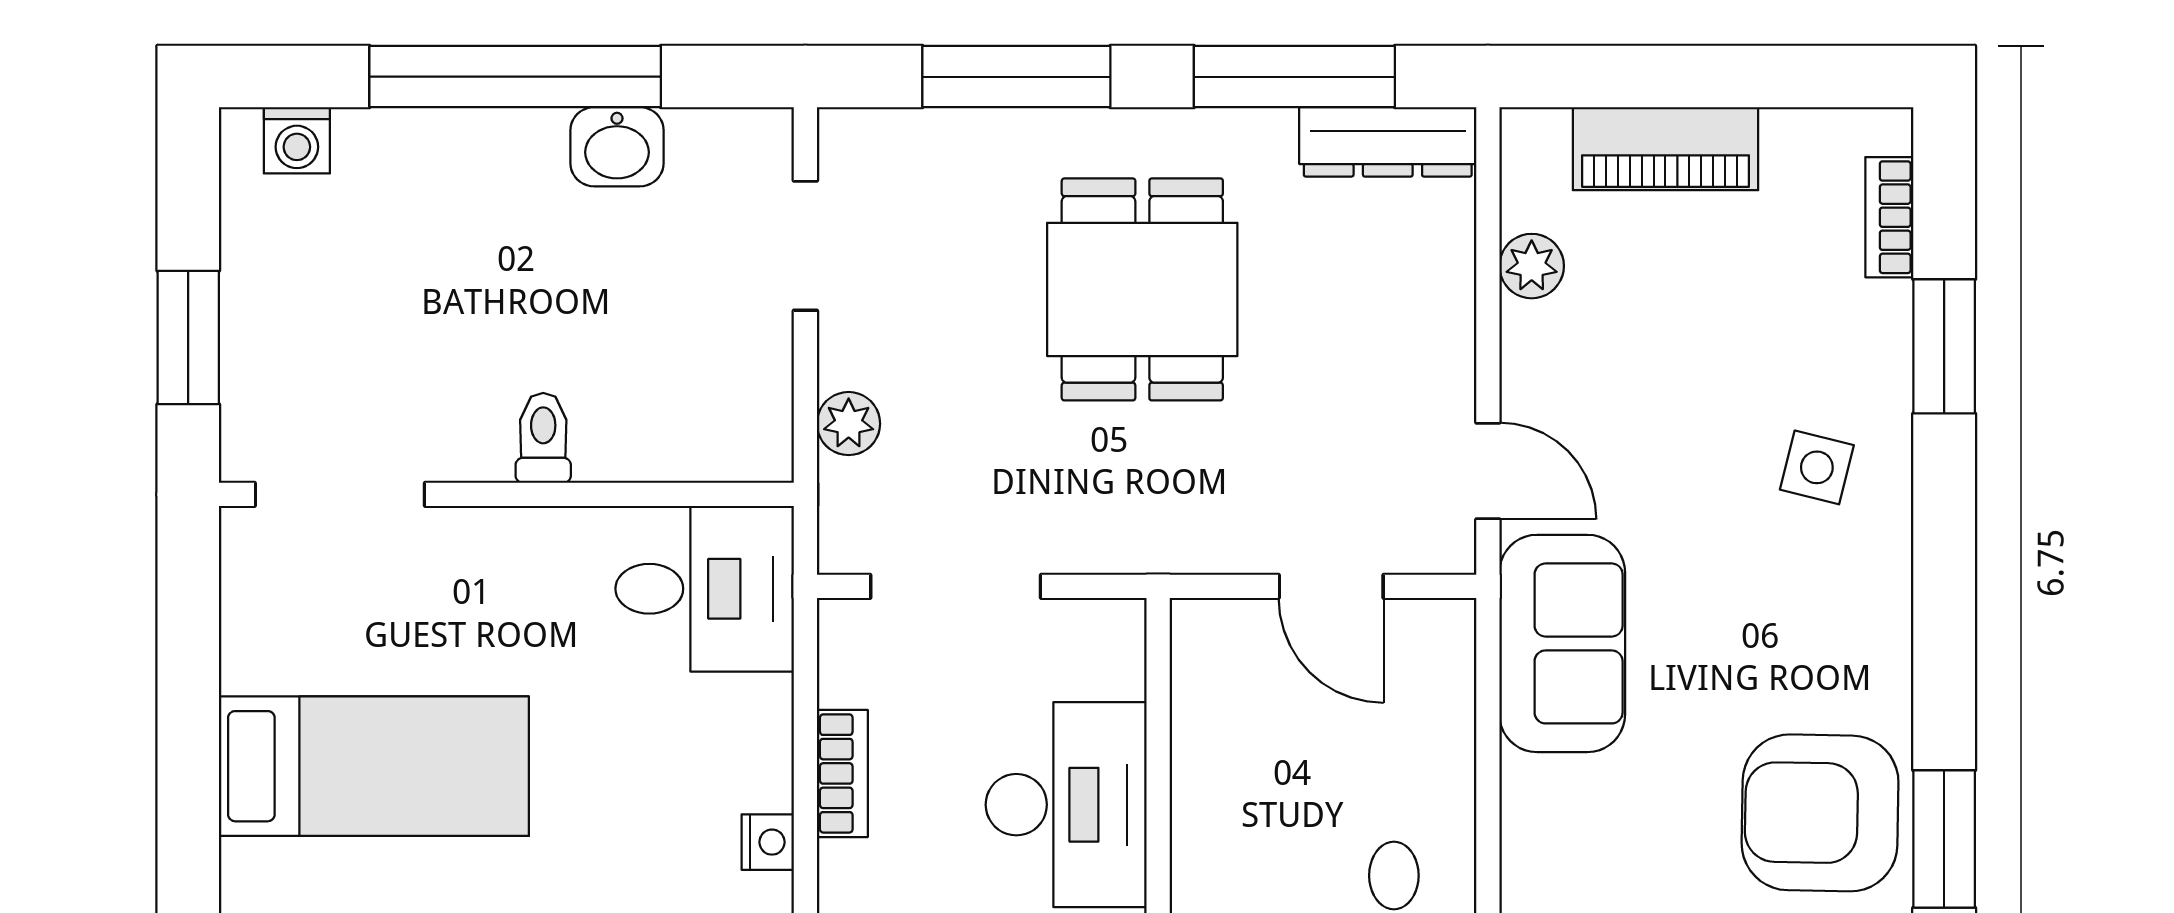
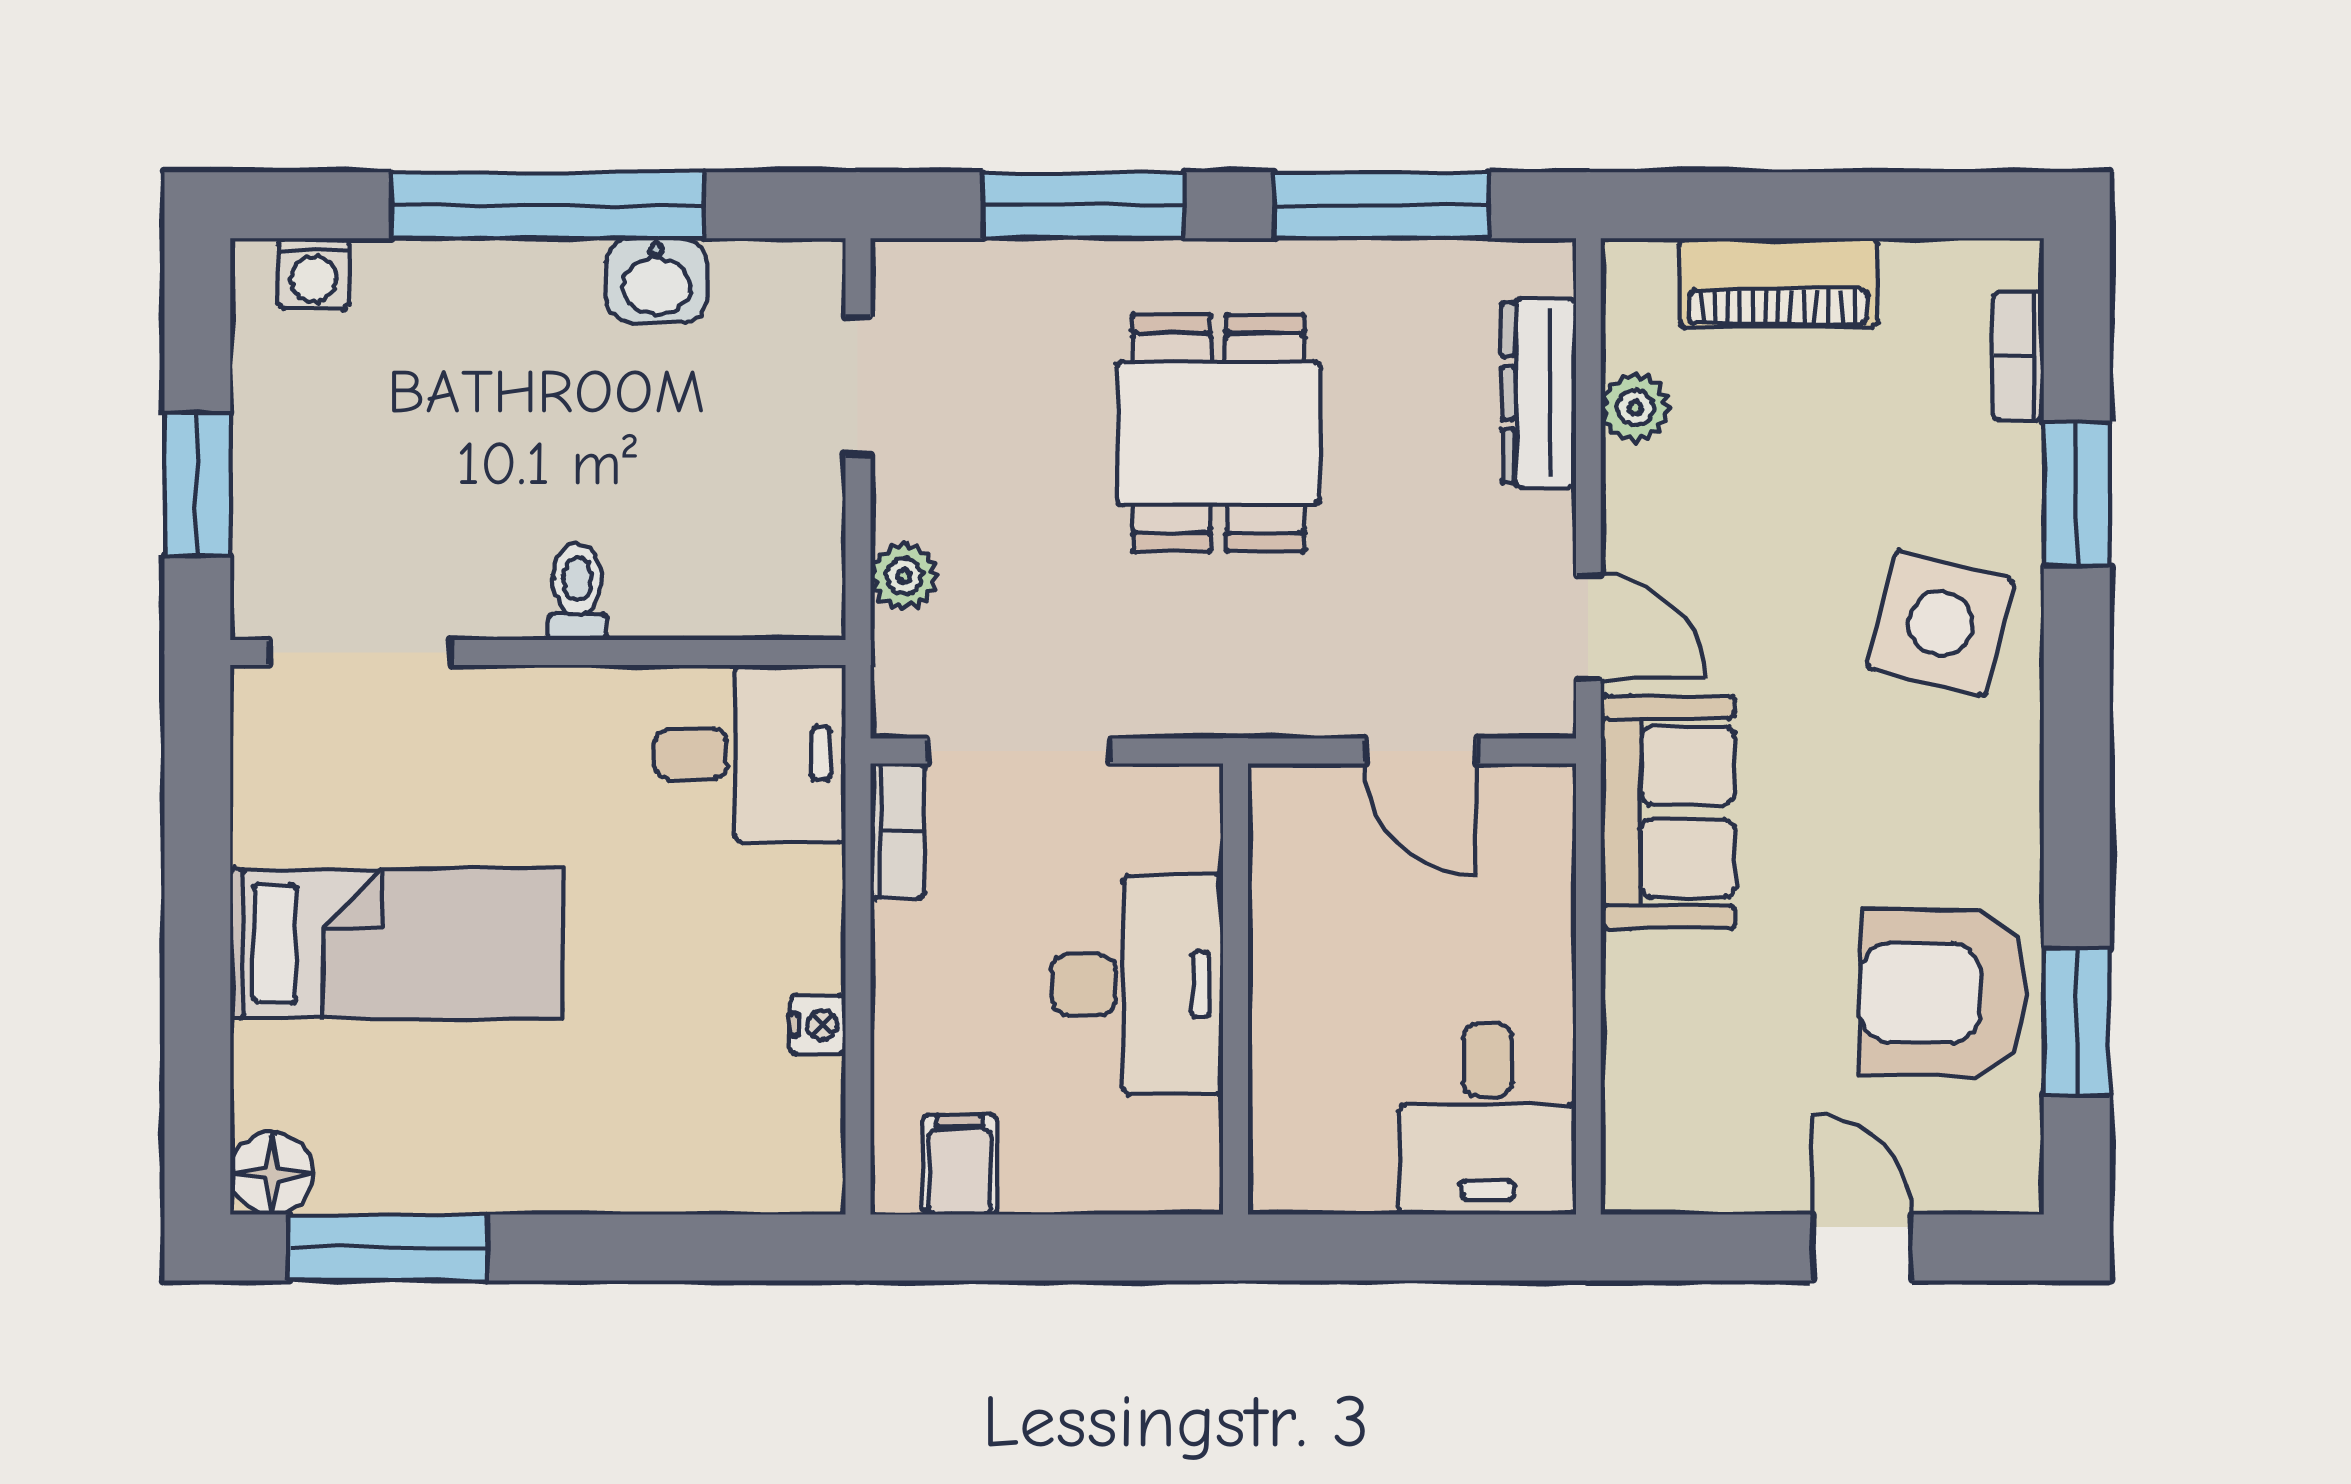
dresser: (1388, 142) -> (1539, 393), moved, turned 90
side table: (1817, 467) -> (1940, 624), width x1.87, depth x1.87
bookcase: (842, 773) -> (898, 831), moved

